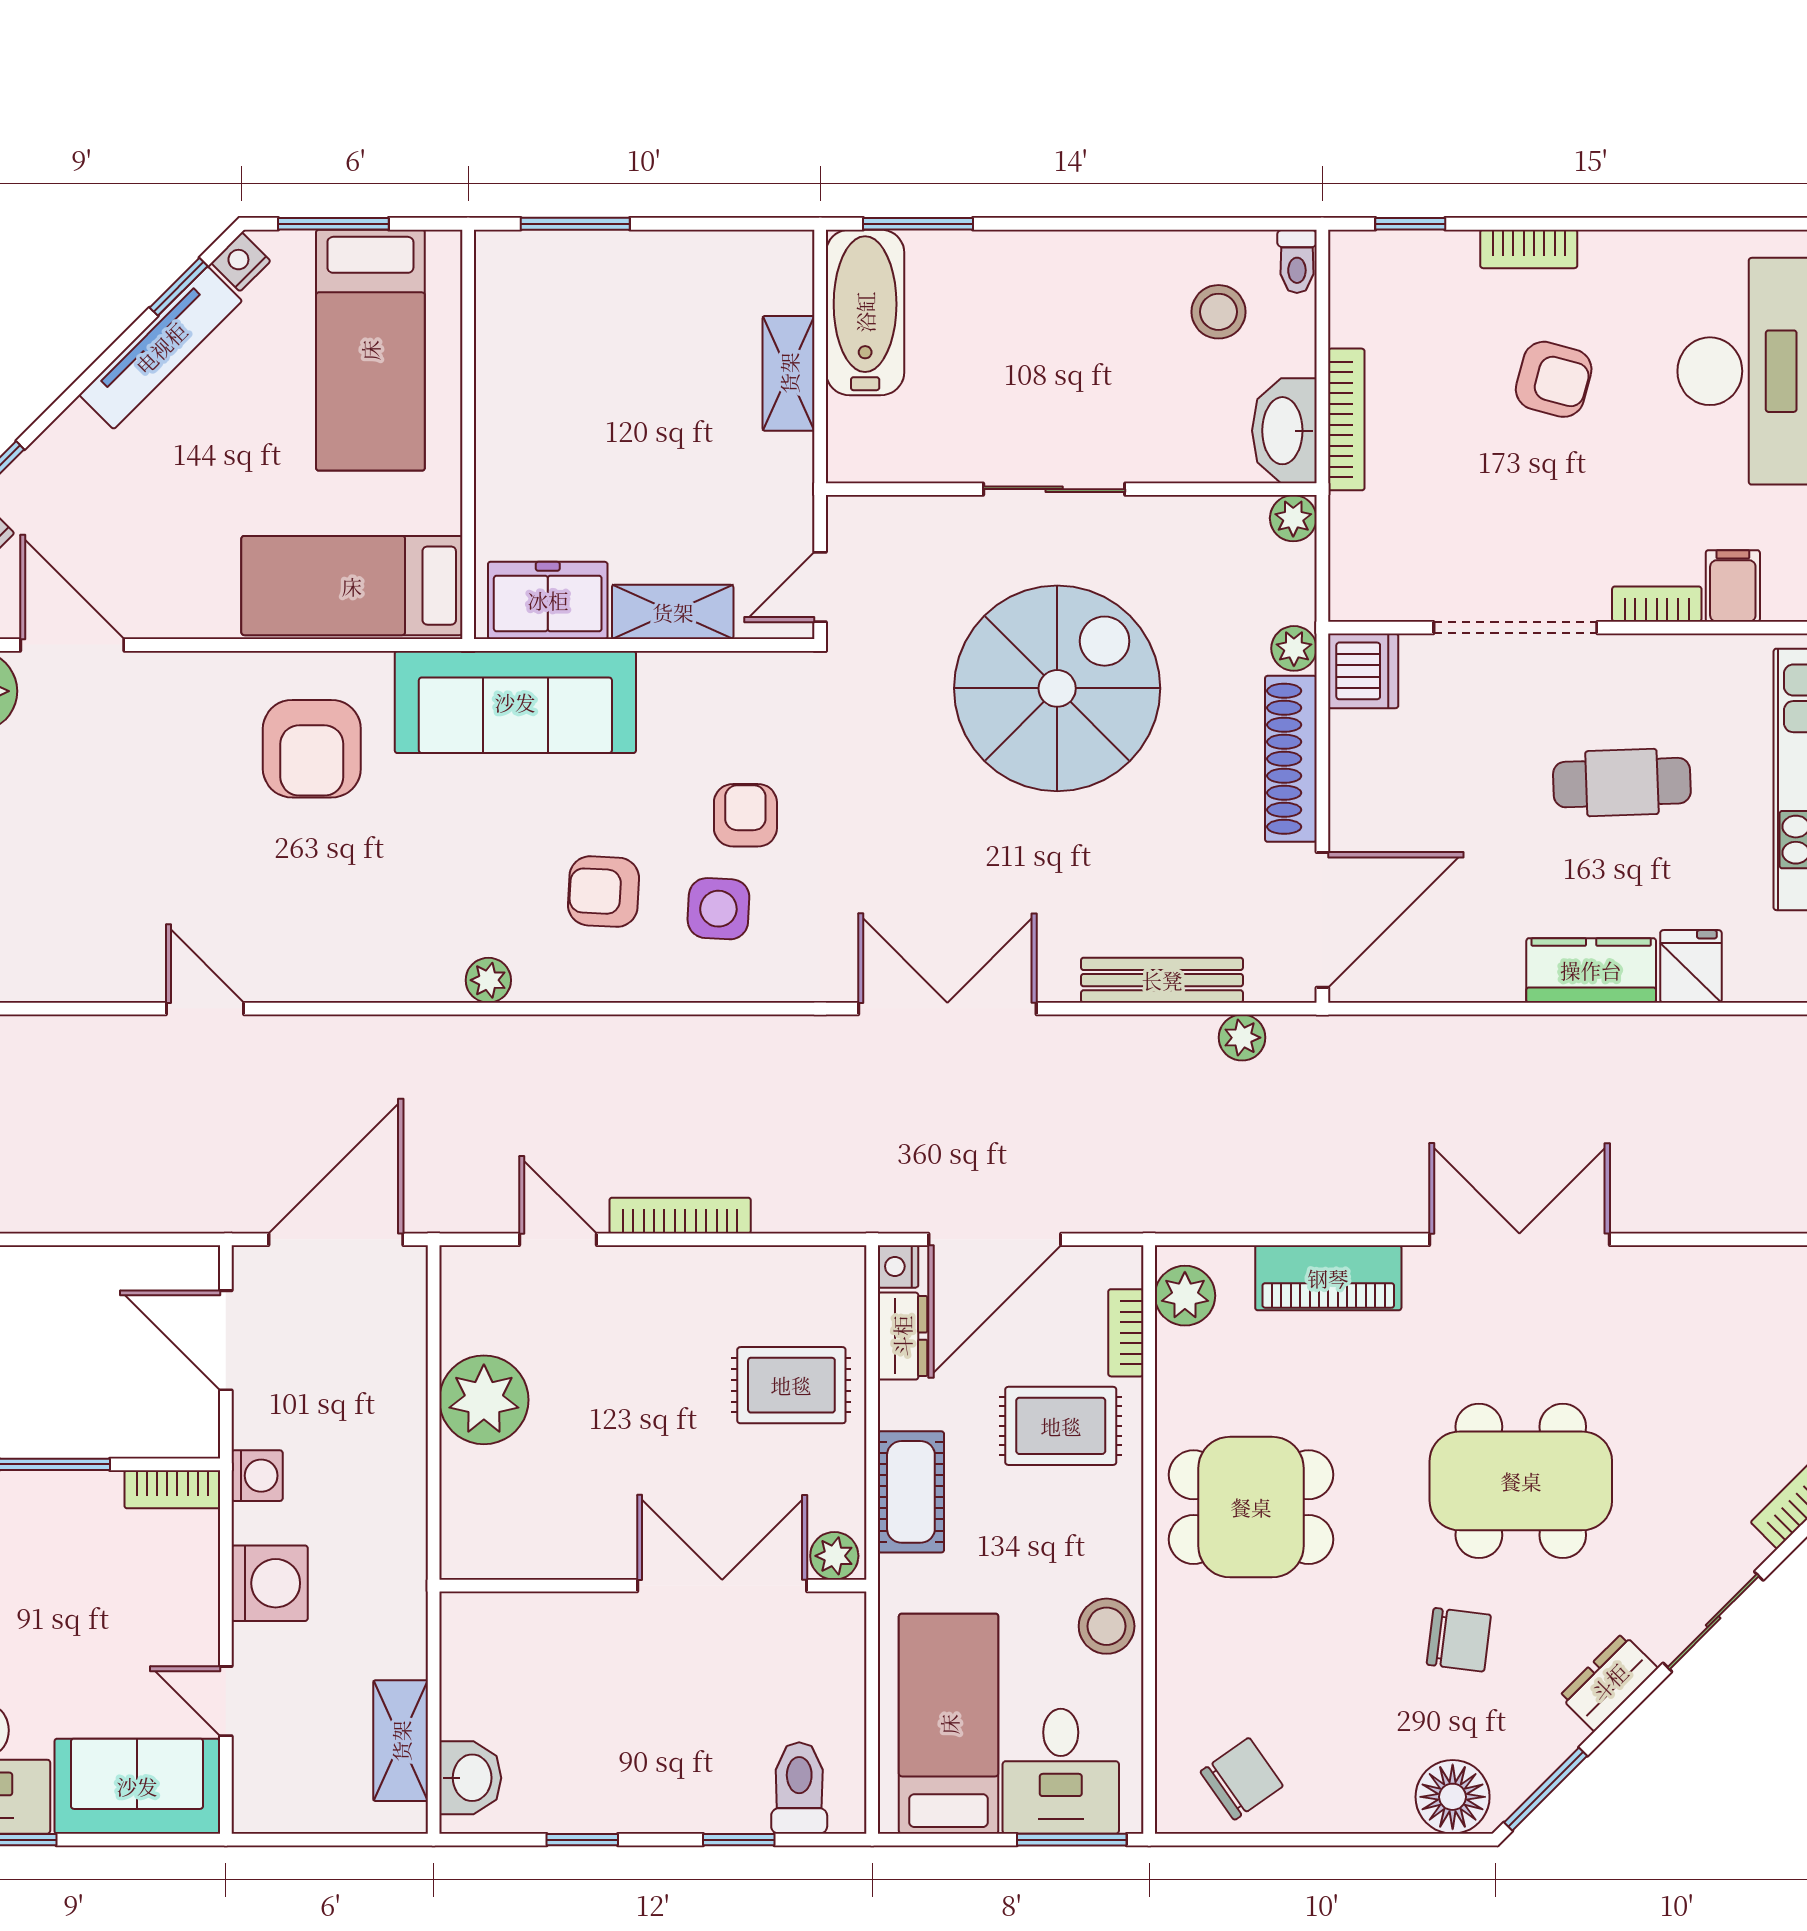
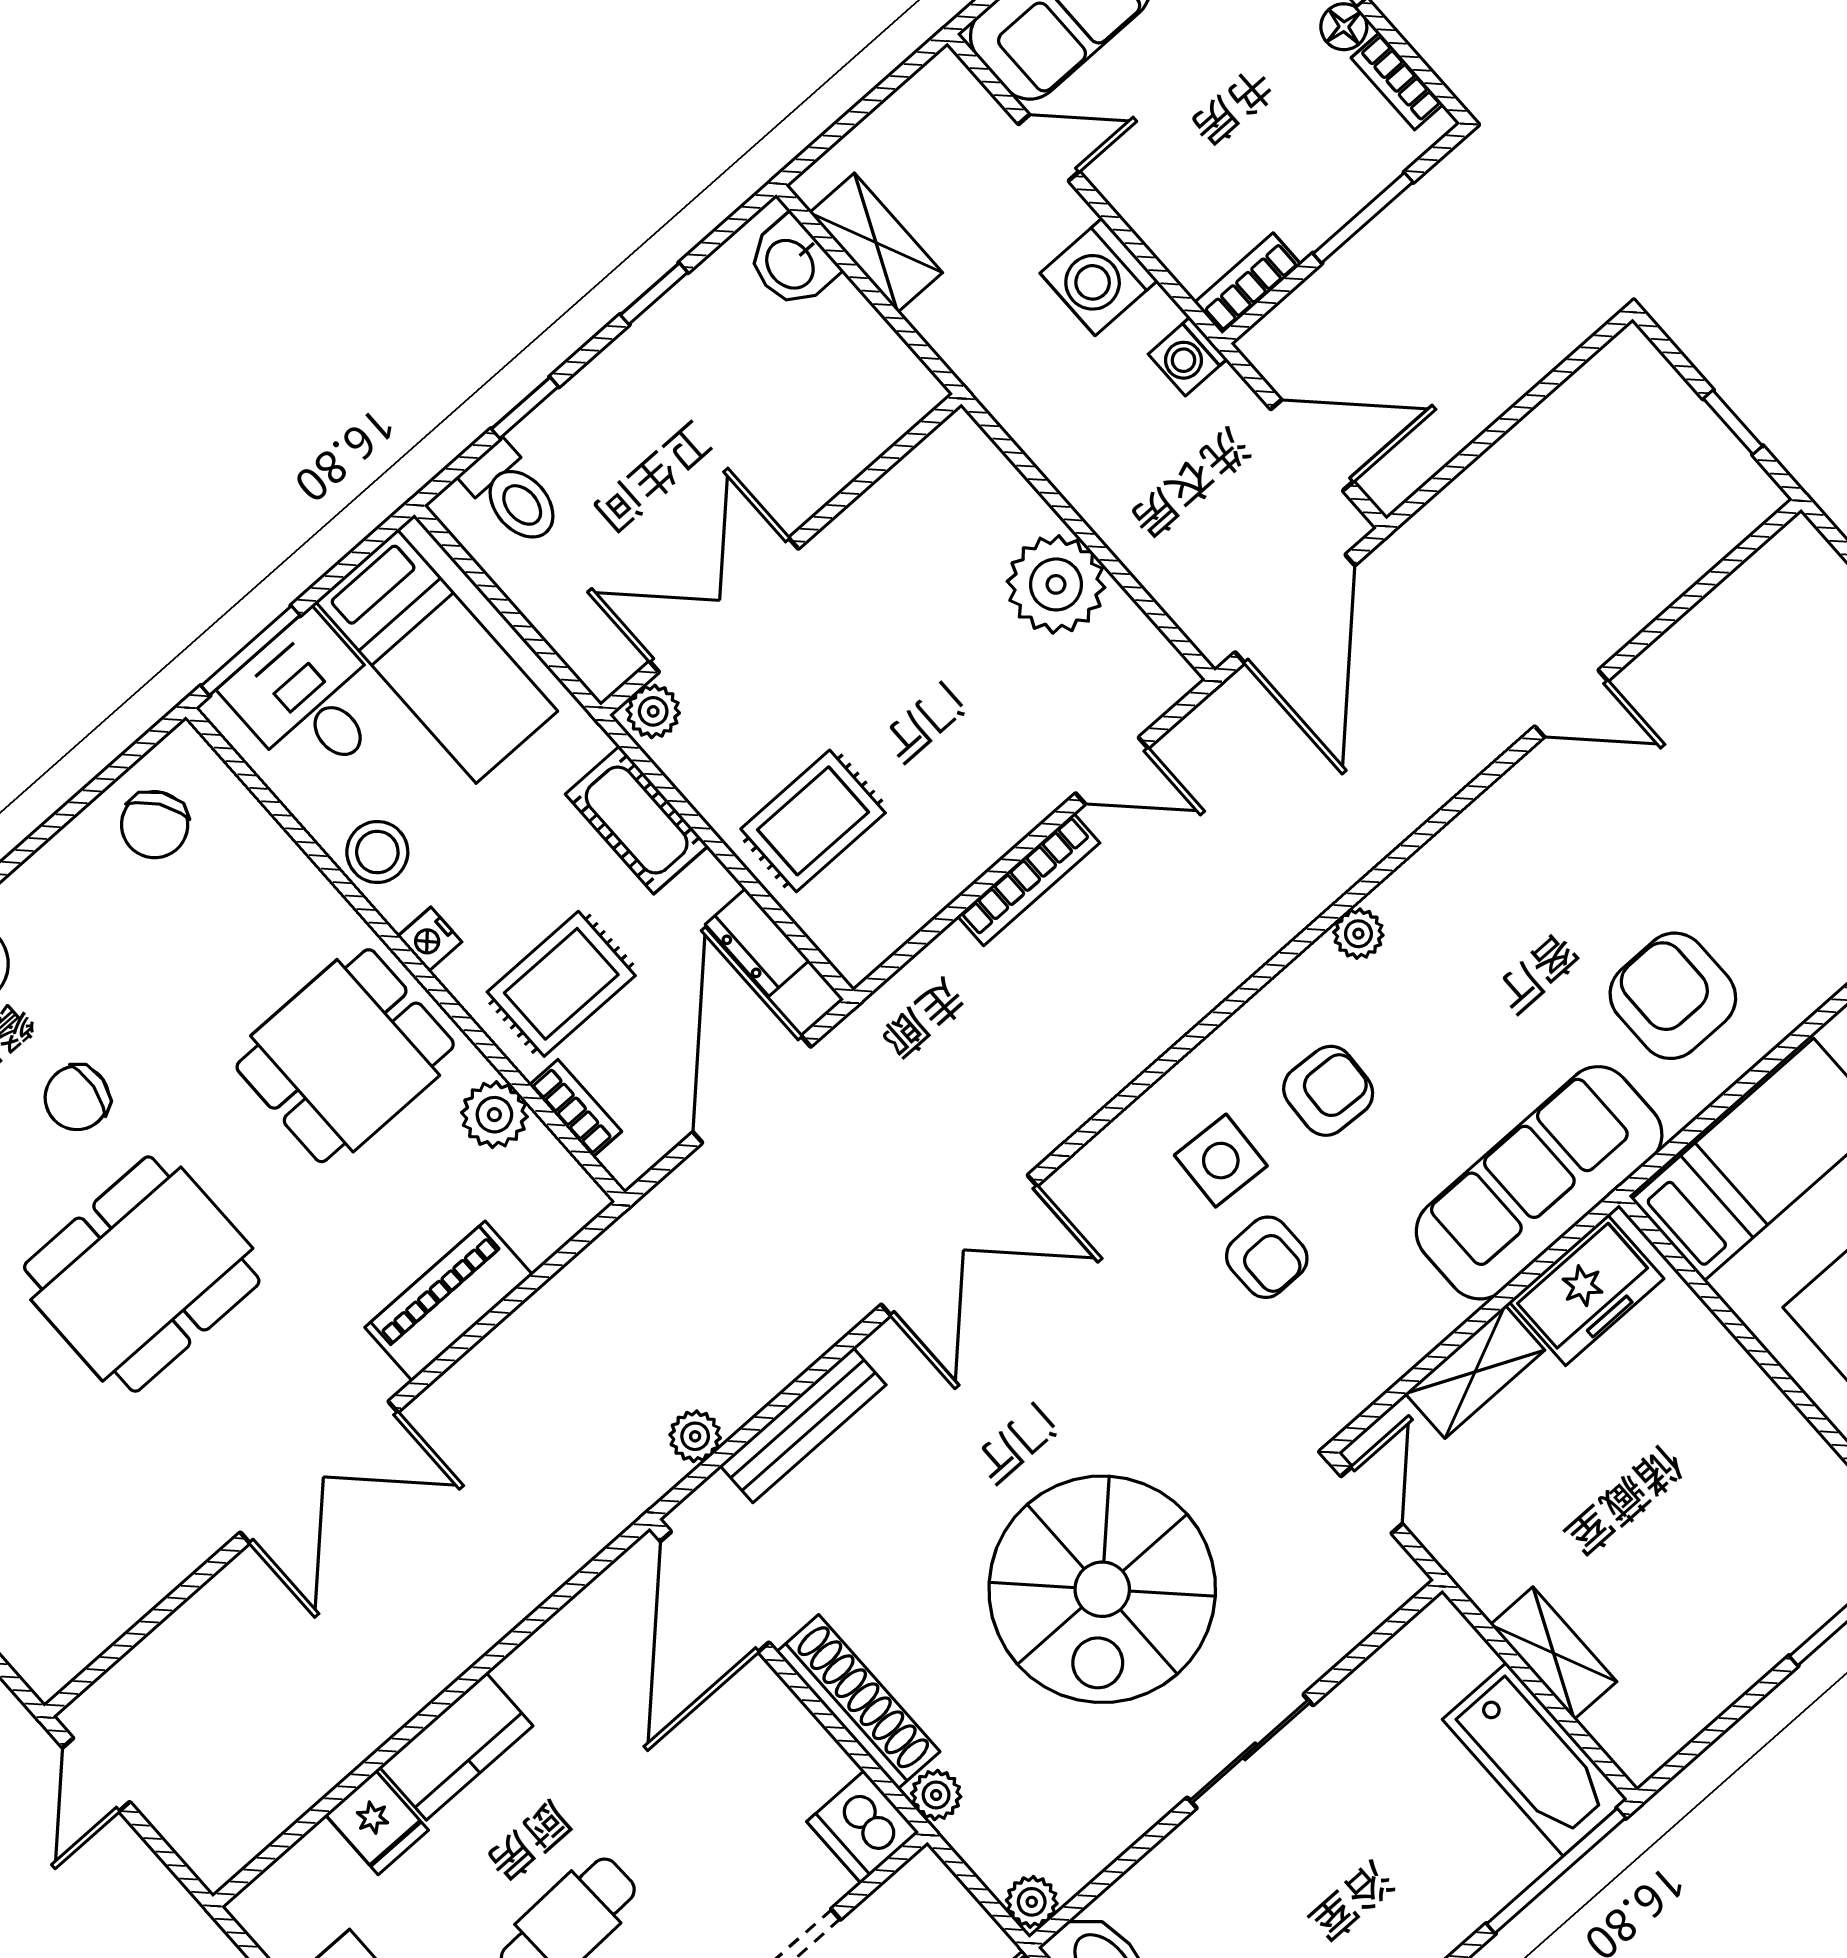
window: (918, 224) -> (1556, 1871), width x1.44
nightstand: (898, 1266) -> (430, 939), moved, turned 180
plant: (1185, 1296) -> (494, 1115), moved
double door: (722, 1586) -> (724, 605), swing flipped

